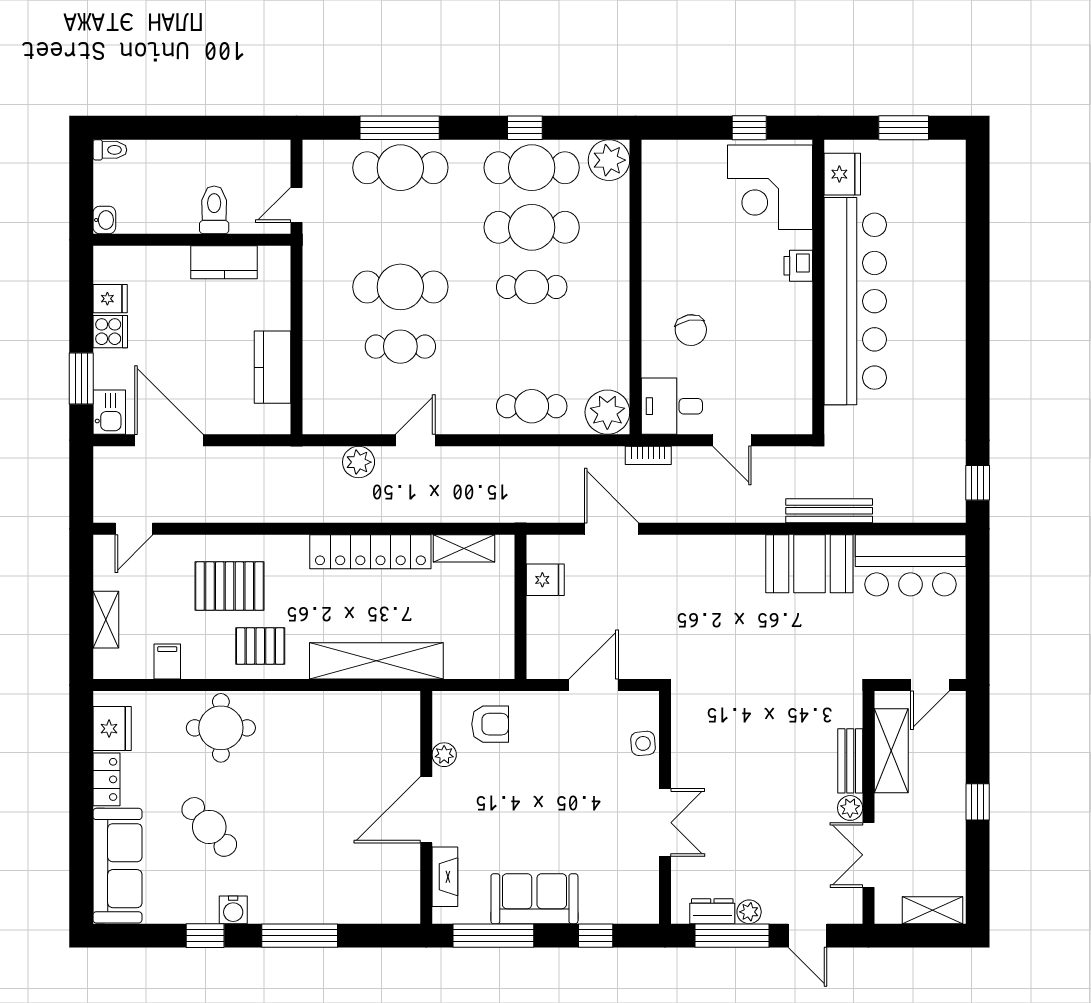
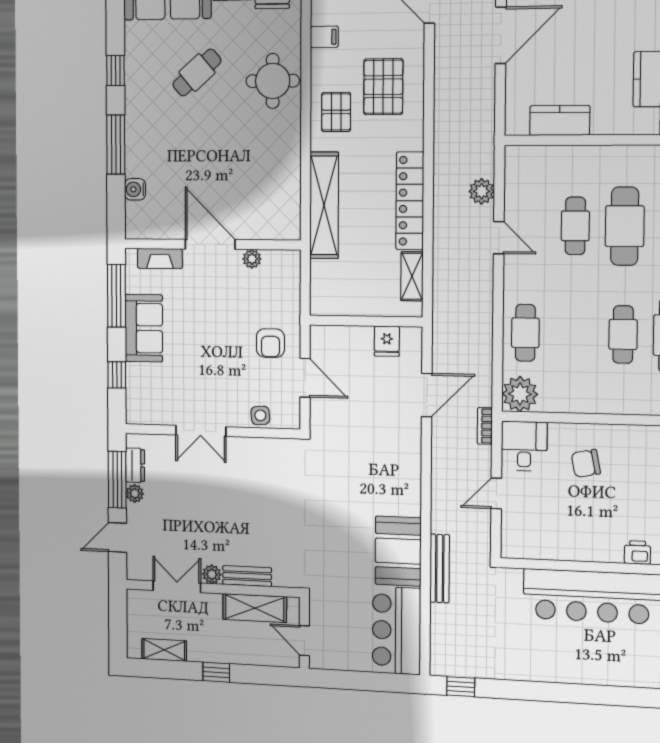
armchair: (490, 724) -> (270, 343), moved
water cooler: (233, 910) -> (135, 189), moved
shelving: (932, 910) -> (164, 650), moved, turned 90

